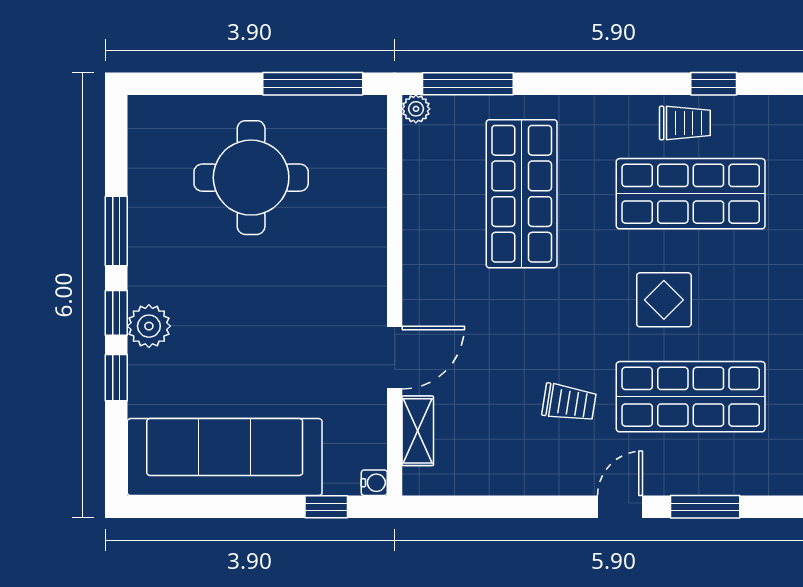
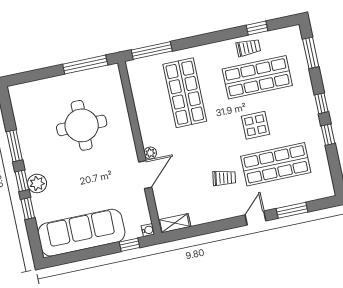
plant: (416, 109) -> (150, 153), moved
round table: (251, 178) -> (82, 125), moved
shelving: (418, 431) -> (175, 223), moved, turned 90

